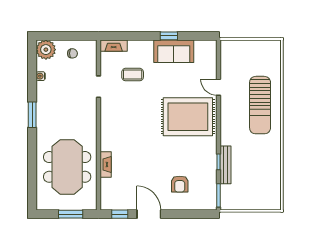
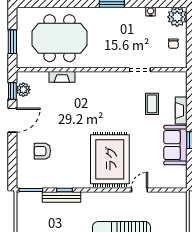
fireplace: (114, 46) -> (181, 111), moved
plant: (118, 203) -> (23, 90), added

